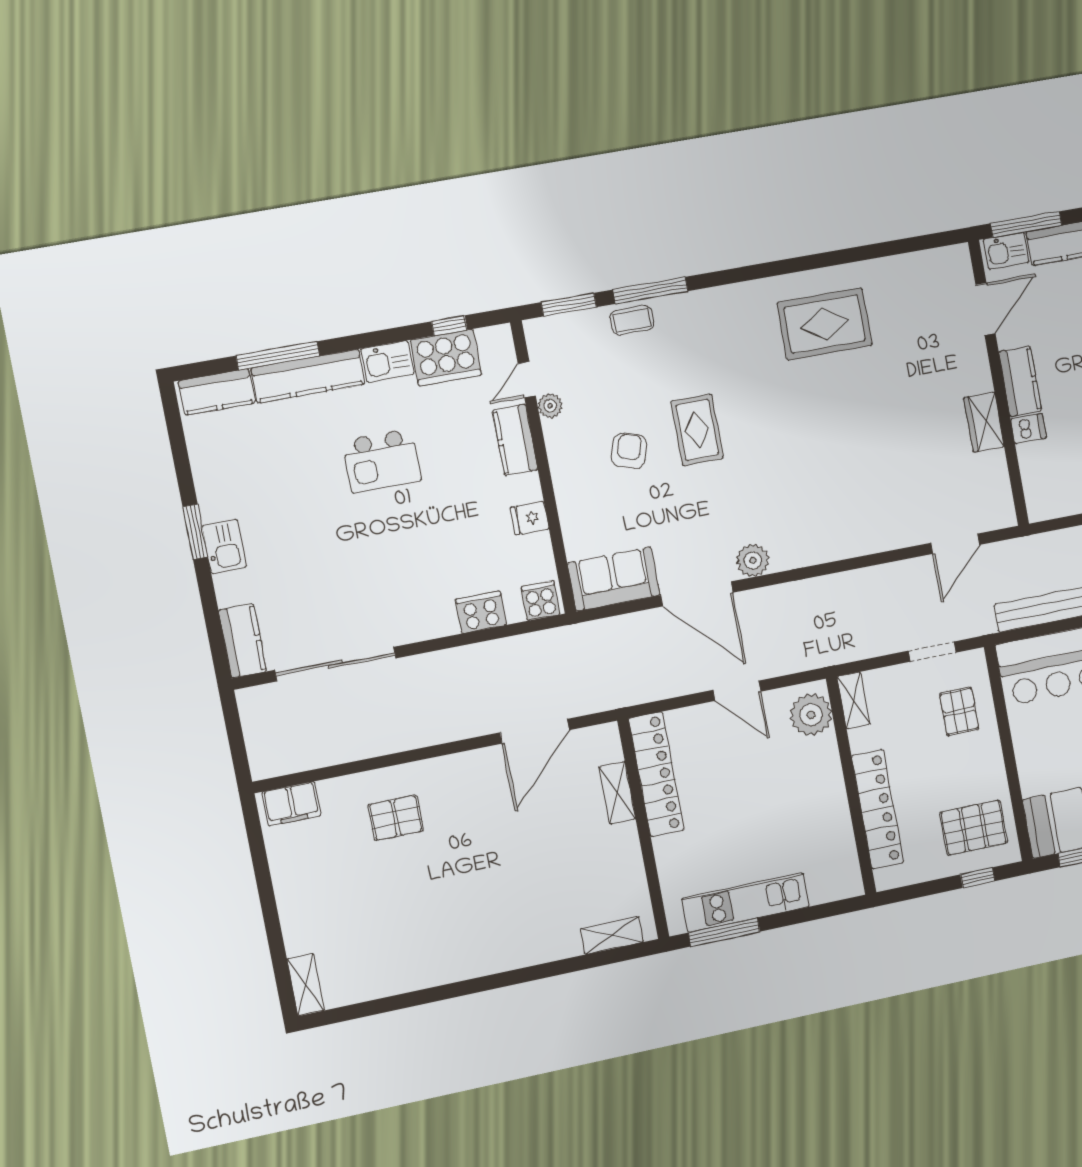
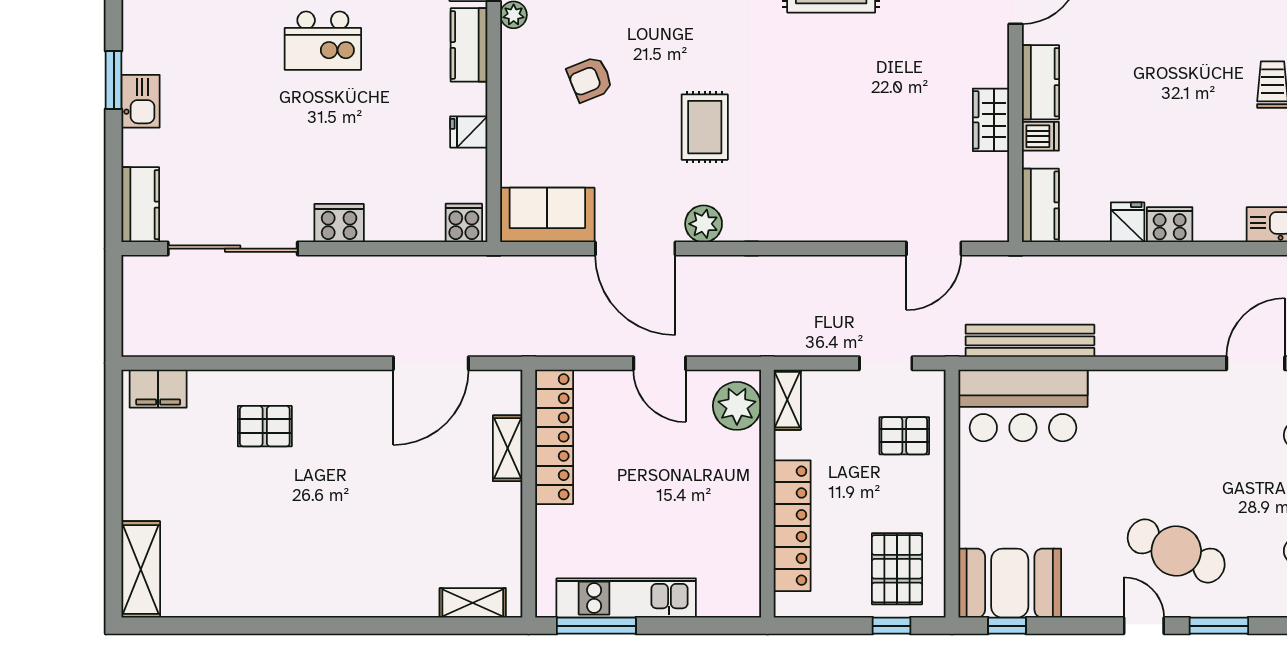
rug: (697, 430) -> (705, 127), moved
armchair: (629, 451) -> (590, 79), turned -129
kitchen counter: (1039, 489) -> (1040, 205), added
cooker: (481, 612) -> (339, 223), moved
pallet: (959, 711) -> (904, 436), turned 90
pallet: (974, 828) -> (897, 569), turned 90
shelving: (306, 985) -> (141, 569), width x1.50, depth x1.33

